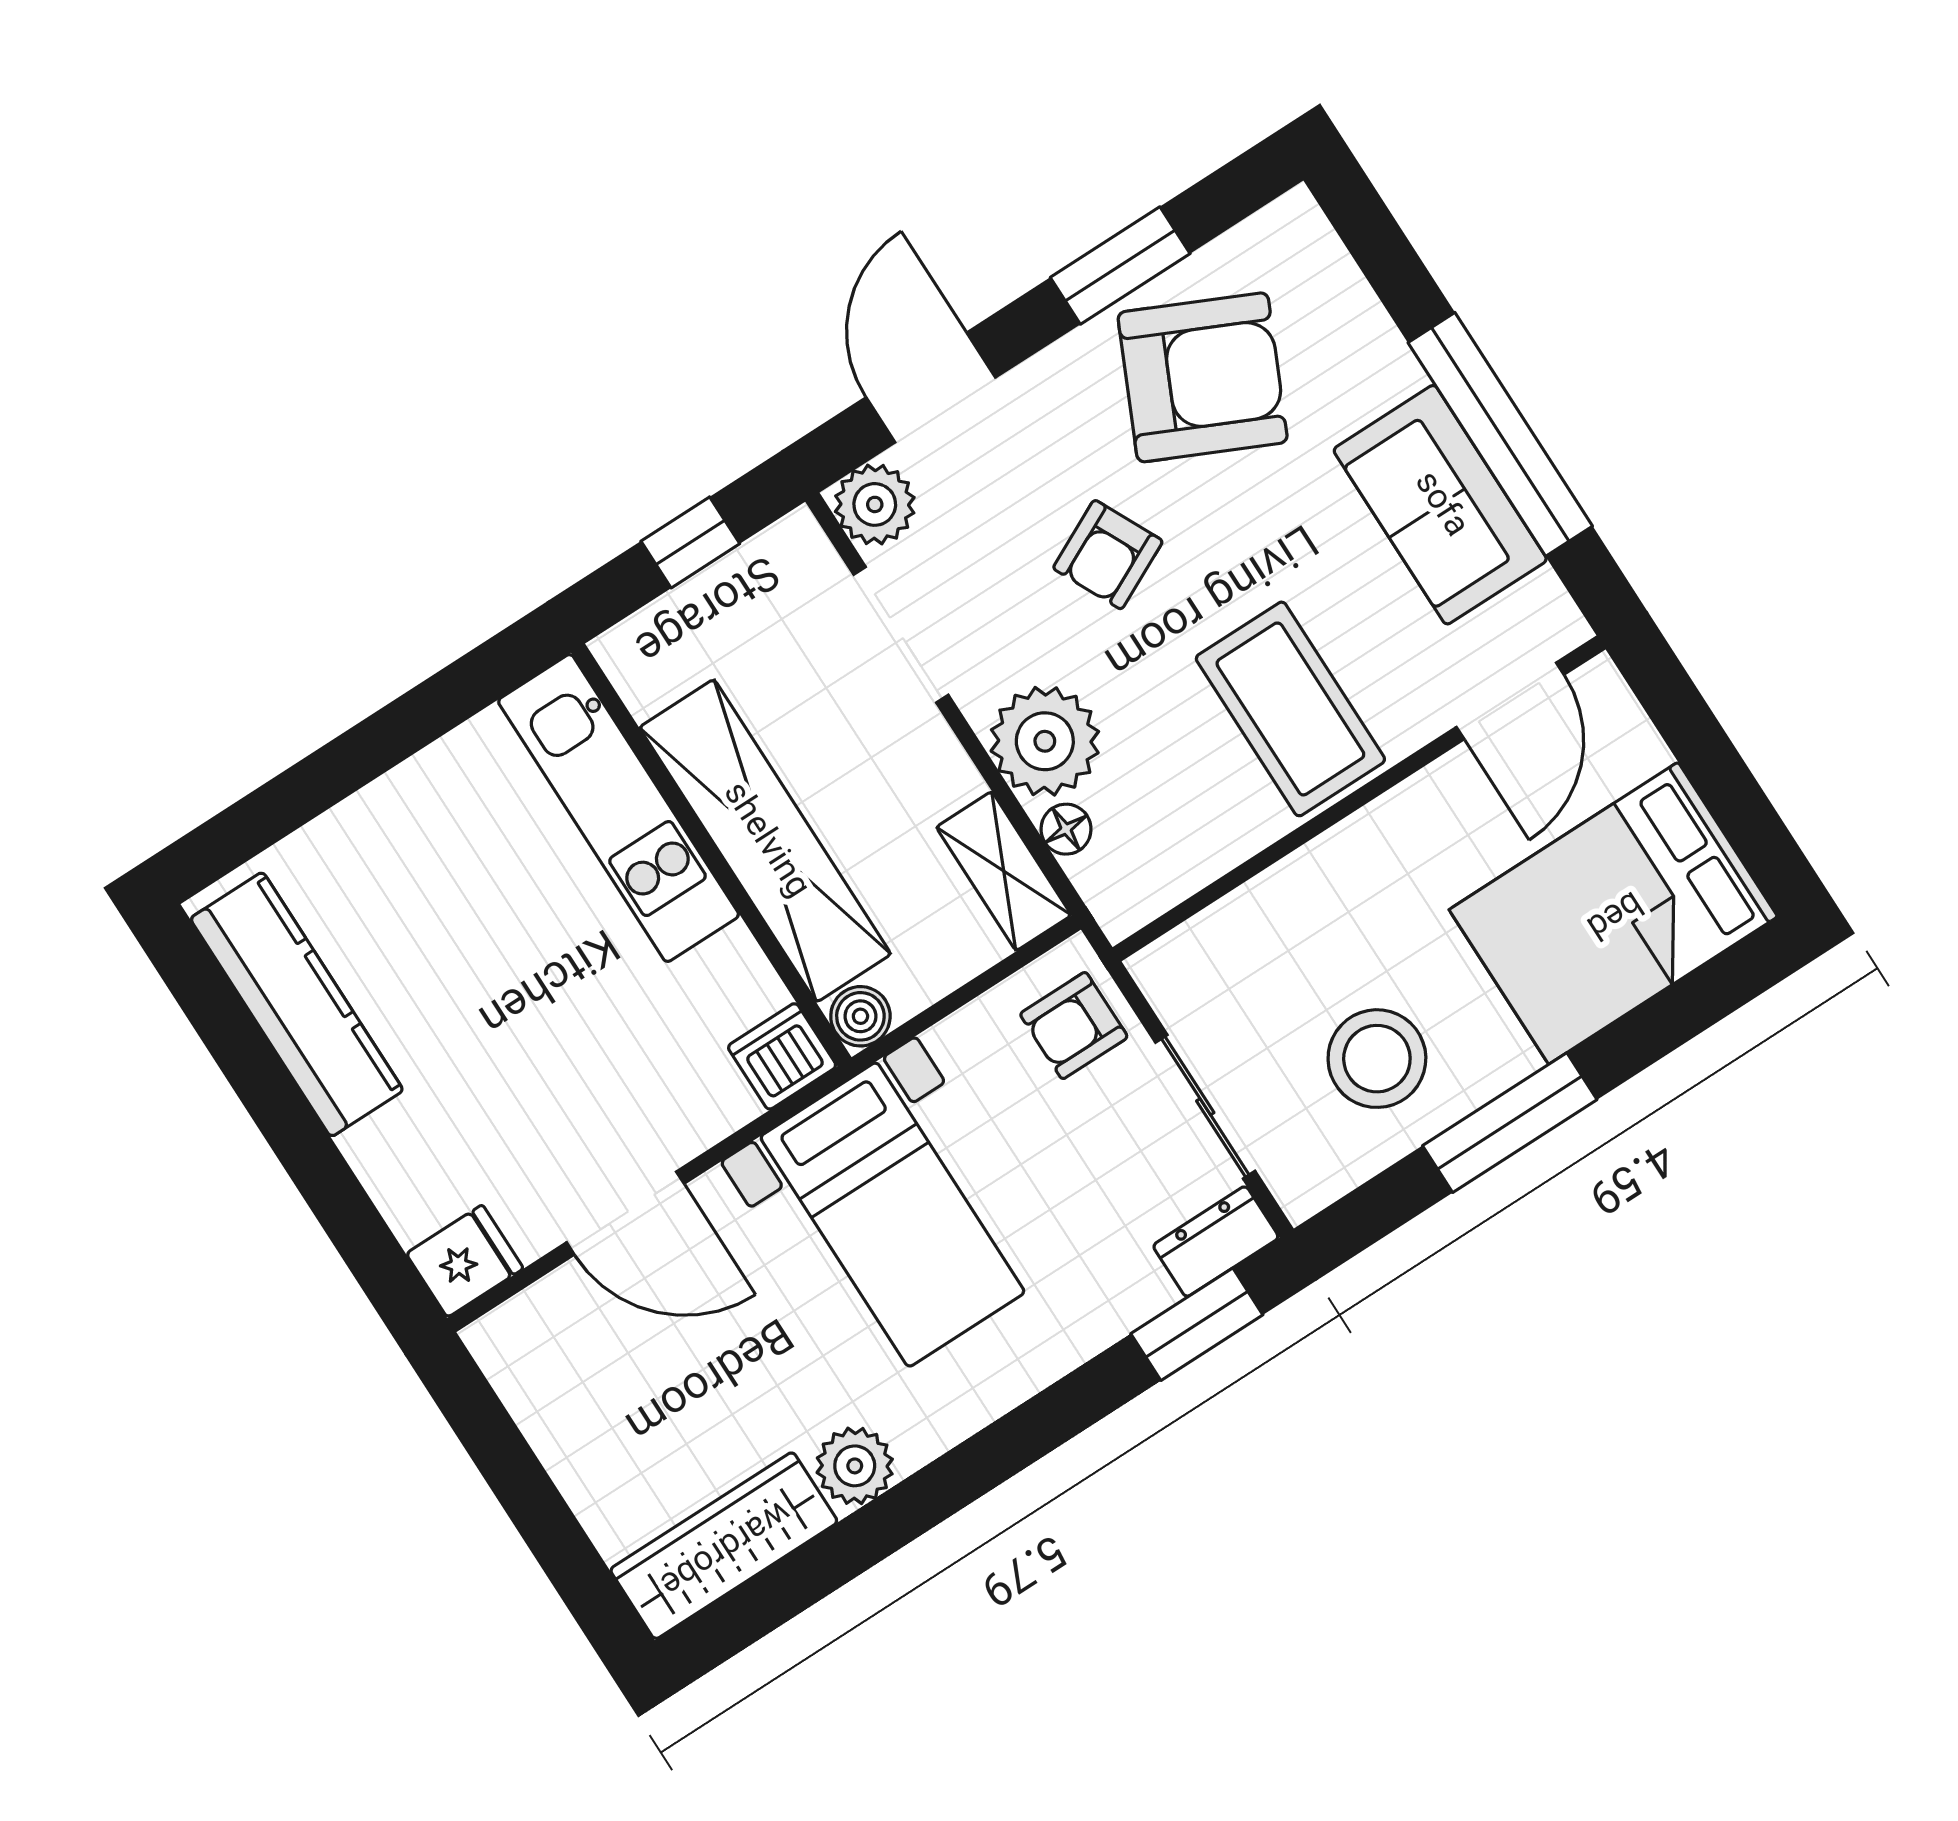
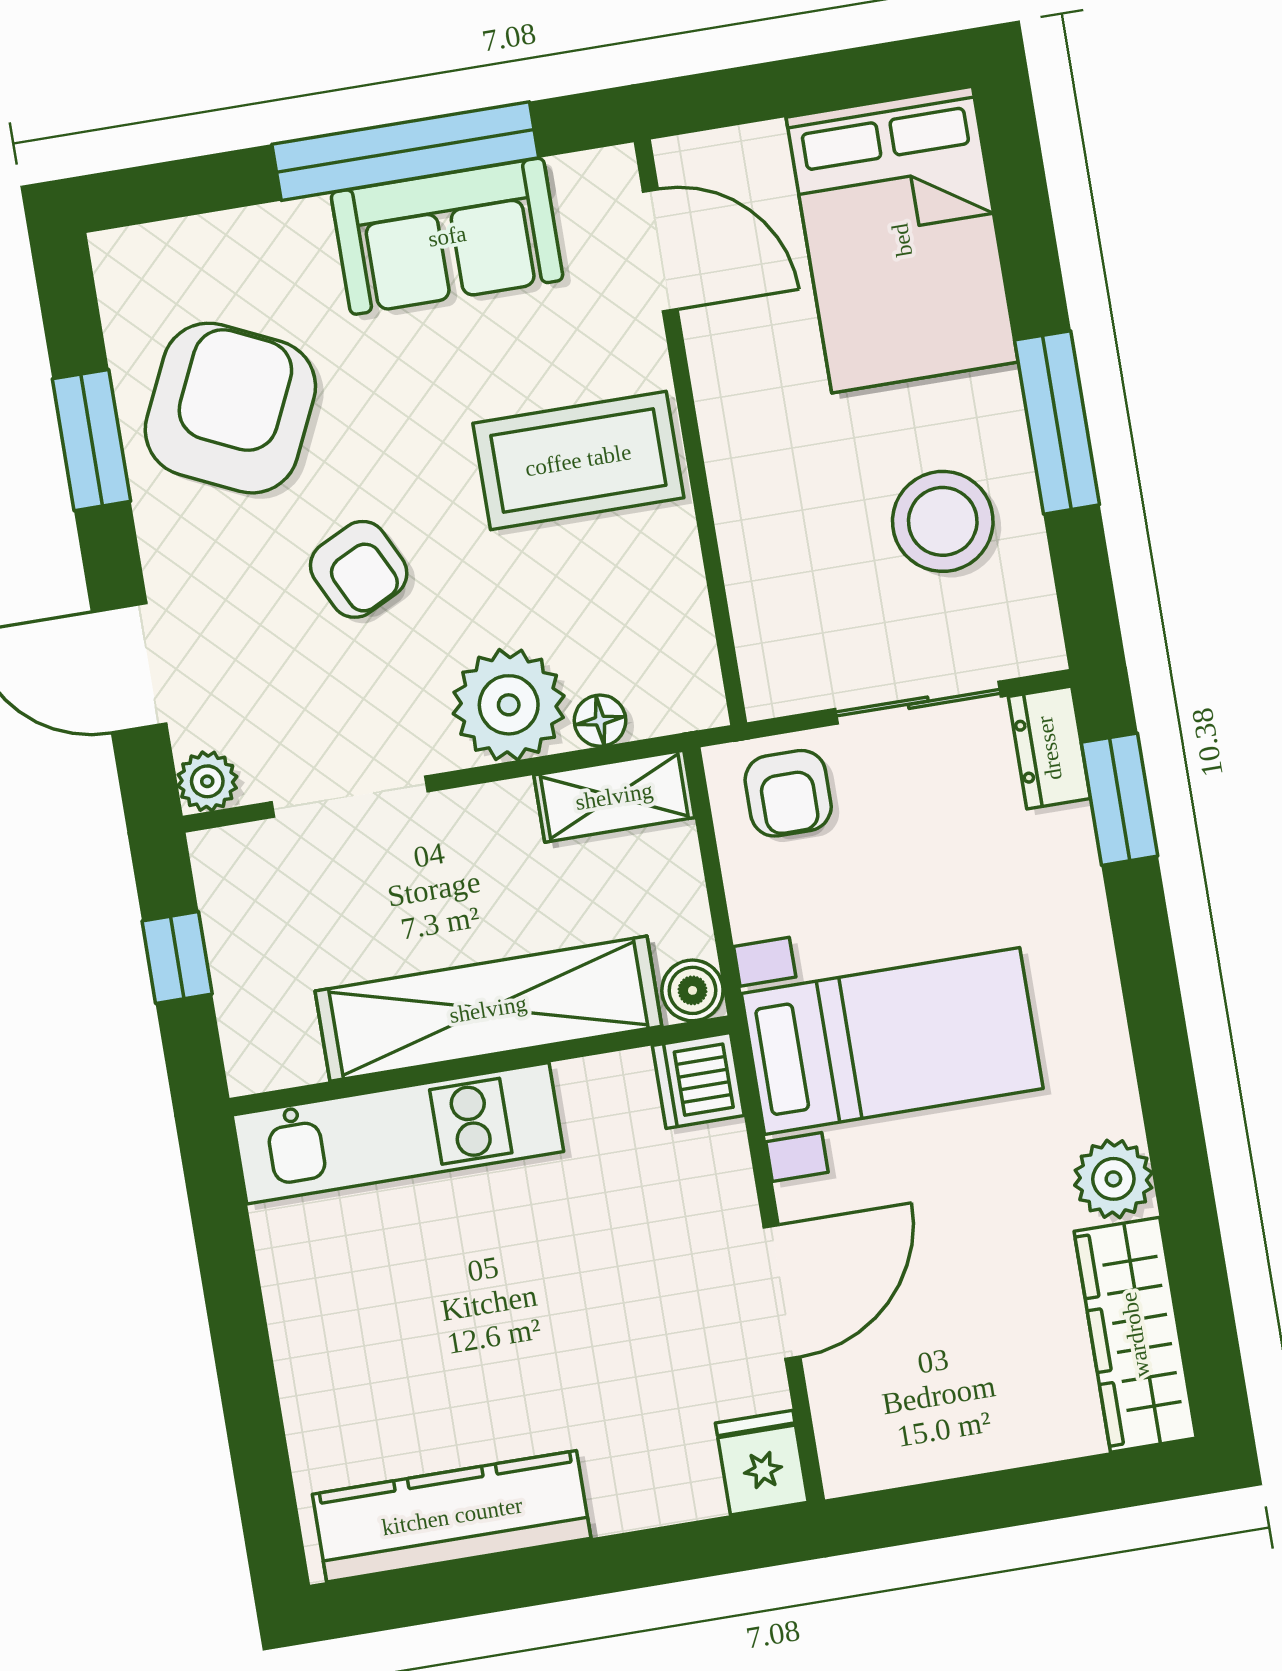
plant: (875, 504) -> (207, 781), width x0.73, depth x0.73

